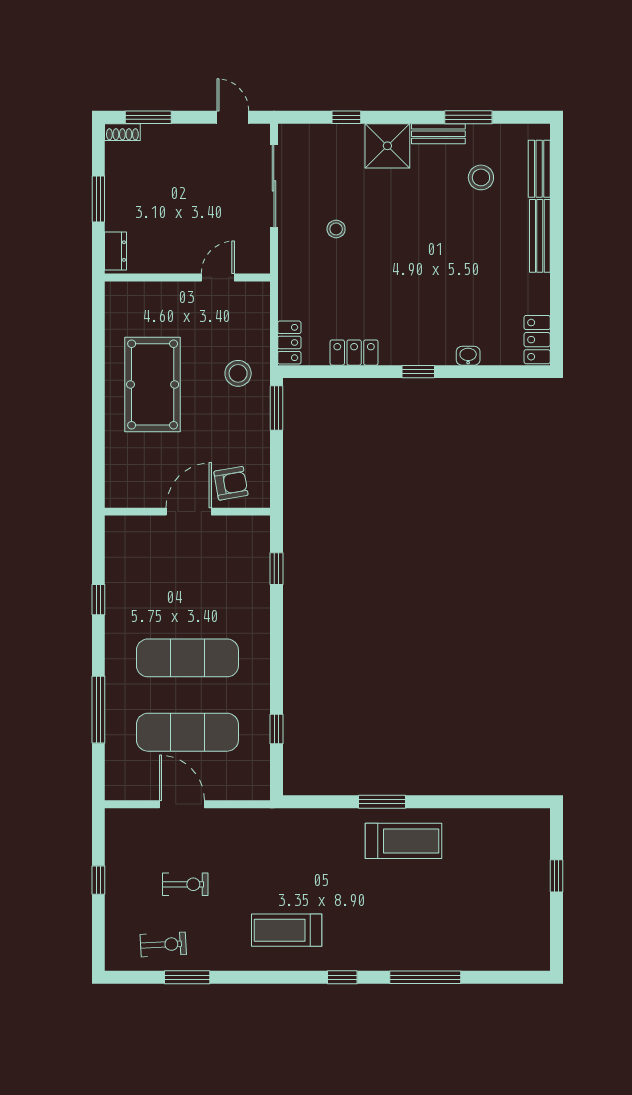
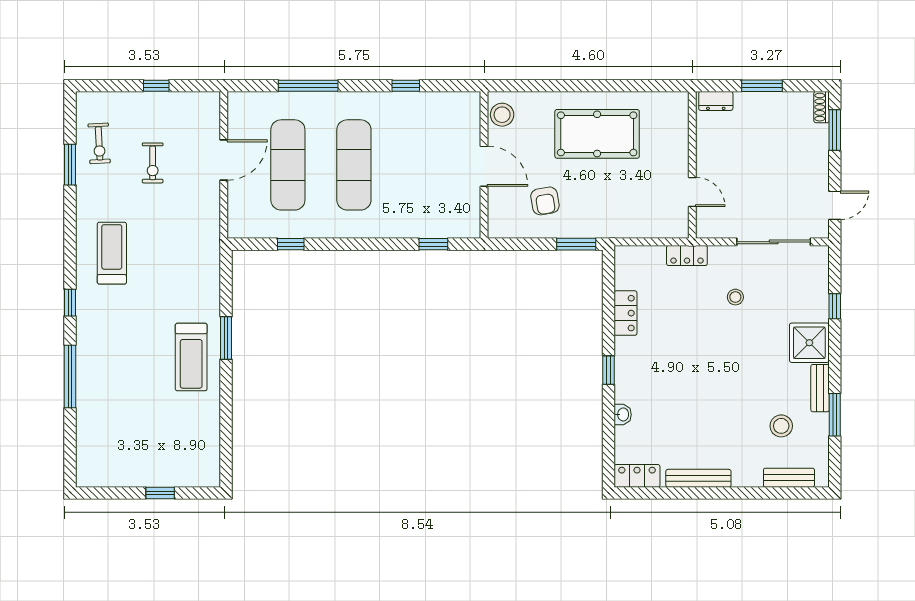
bench: (540, 236) -> (698, 478), moved
locker: (289, 343) -> (687, 255), moved
stool: (238, 373) -> (502, 115), moved
armchair: (231, 483) -> (545, 201), moved

